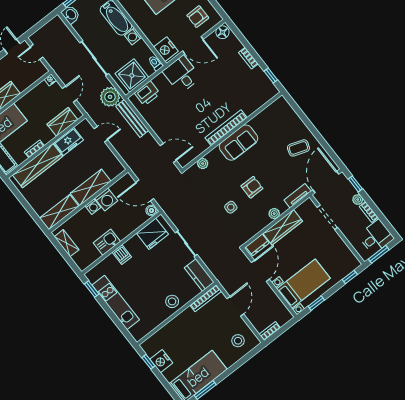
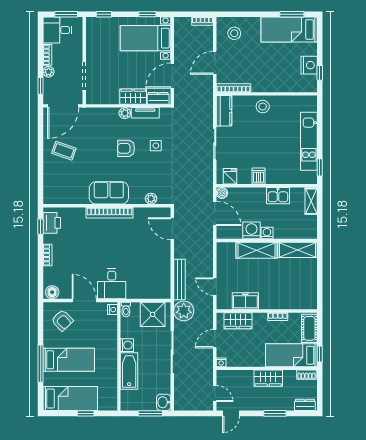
armchair: (198, 17) -> (62, 320), turned 46
nightstand: (166, 49) -> (112, 310), width x0.53, depth x0.56
printer: (147, 93) -> (52, 223), moved, turned 90
wardrobe: (38, 166) -> (286, 301), removed
tv unit: (298, 196) -> (145, 113), moved
wardrobe: (283, 227) -> (133, 97), width x0.67
fridge: (152, 234) -> (230, 176), width x0.53, depth x0.75
shelving: (67, 243) -> (311, 201), moved
dishwasher: (122, 255) -> (259, 176), moved

